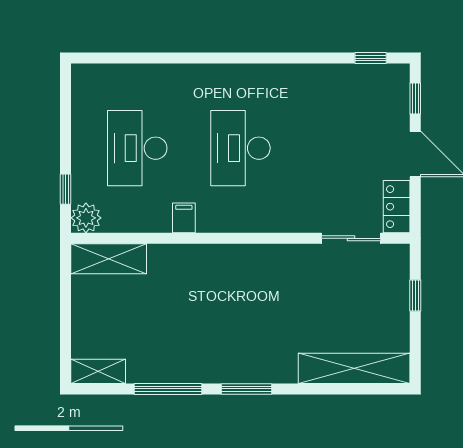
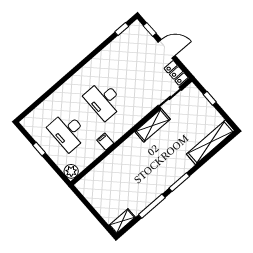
window: (66, 189) -> (39, 149), moved
shelving: (109, 259) -> (153, 125), moved

